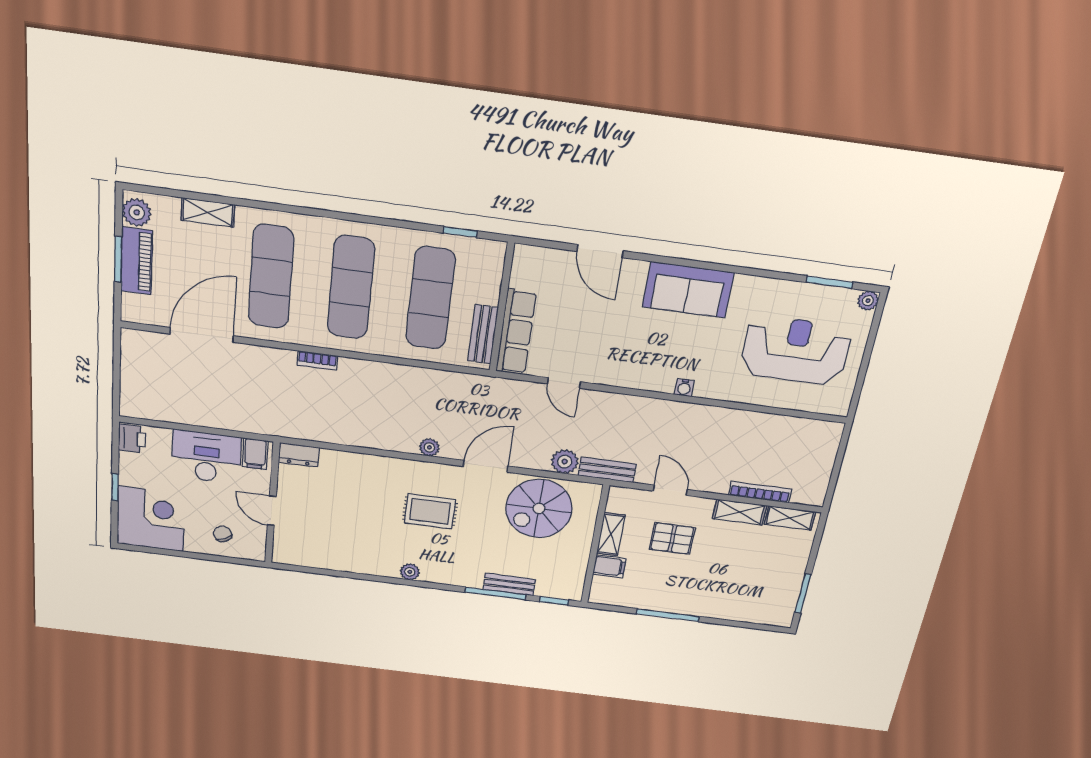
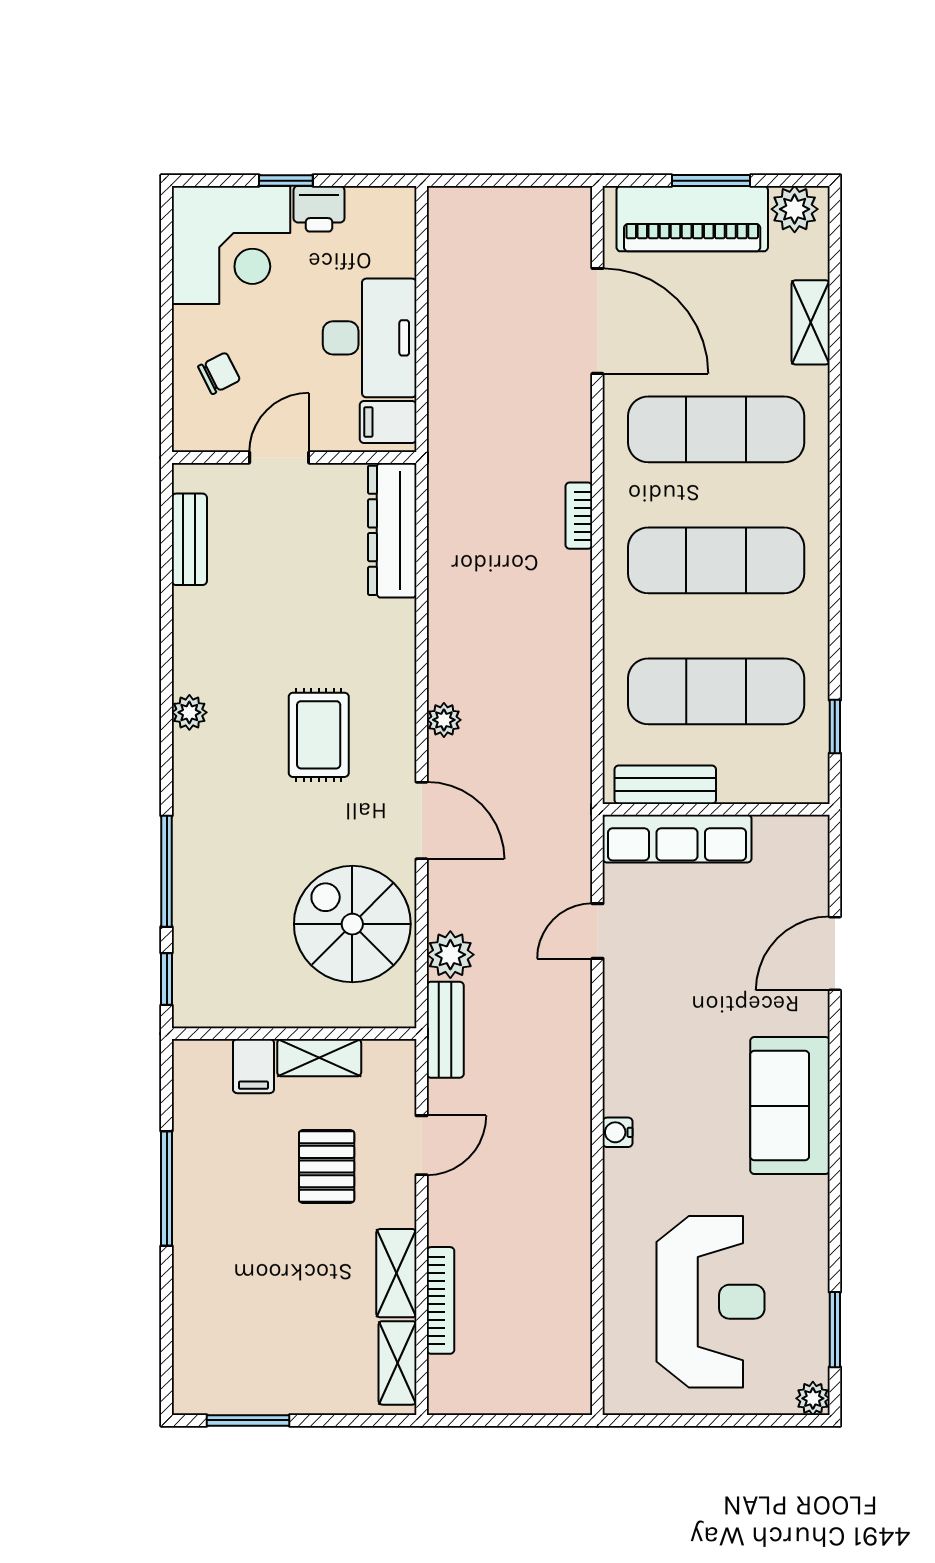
piano: (137, 261) -> (692, 219), width x1.37, depth x1.33
printer: (132, 439) -> (319, 209), moved
dresser: (299, 455) -> (392, 530), width x1.96, depth x1.24
bench: (509, 584) -> (189, 539), moved

